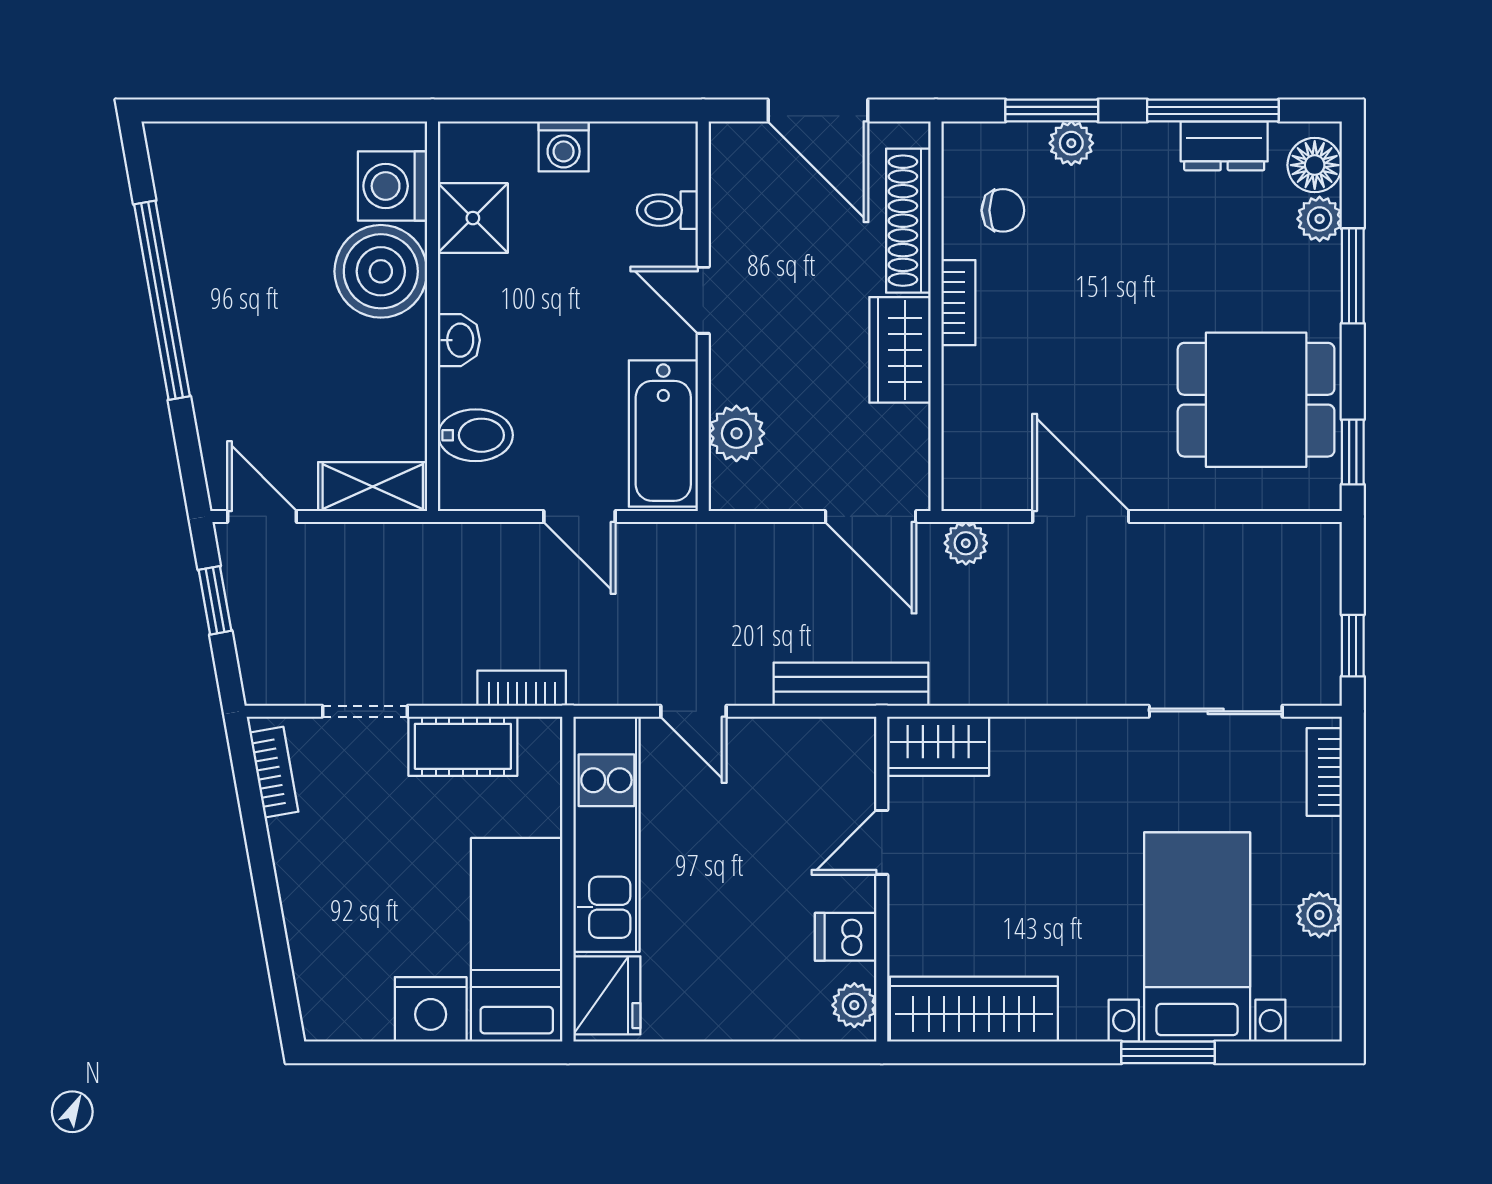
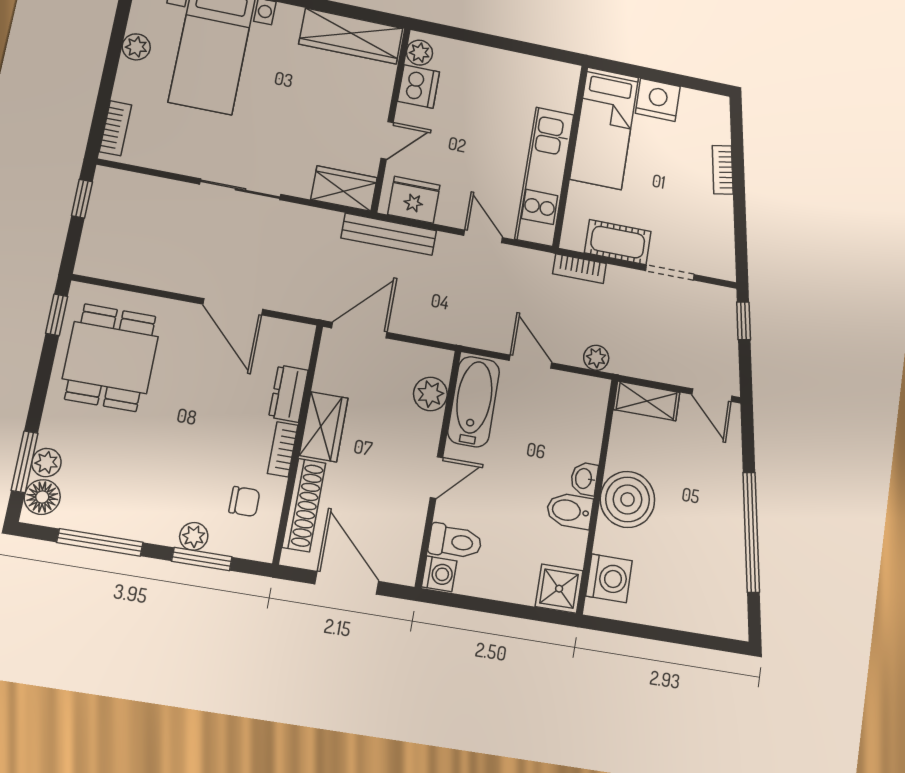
washing machine: (564, 146) -> (439, 574), moved, turned 90
dresser: (1224, 146) -> (288, 394), moved, turned -90
toilet: (667, 210) -> (455, 542), width x1.37, depth x1.39
chair: (1003, 210) -> (244, 502), turned 180
shower: (473, 218) -> (559, 589), moved
boiler: (381, 271) -> (628, 499), moved
window: (1353, 276) -> (25, 462), moved
door: (703, 300) -> (437, 478), hinge flipped
dining table: (1256, 400) -> (110, 358), turned 90
bidet: (475, 435) -> (569, 511), moved
door: (871, 516) -> (359, 330), hinge flipped
plant: (966, 543) -> (596, 358), moved
window: (215, 600) -> (744, 321), moved
sliding door: (1216, 711) -> (240, 189), moved
bookcase: (274, 772) -> (723, 170), moved
dishwasher: (846, 937) -> (419, 87), width x1.38
fridge: (607, 995) -> (414, 200), moved, turned 90

